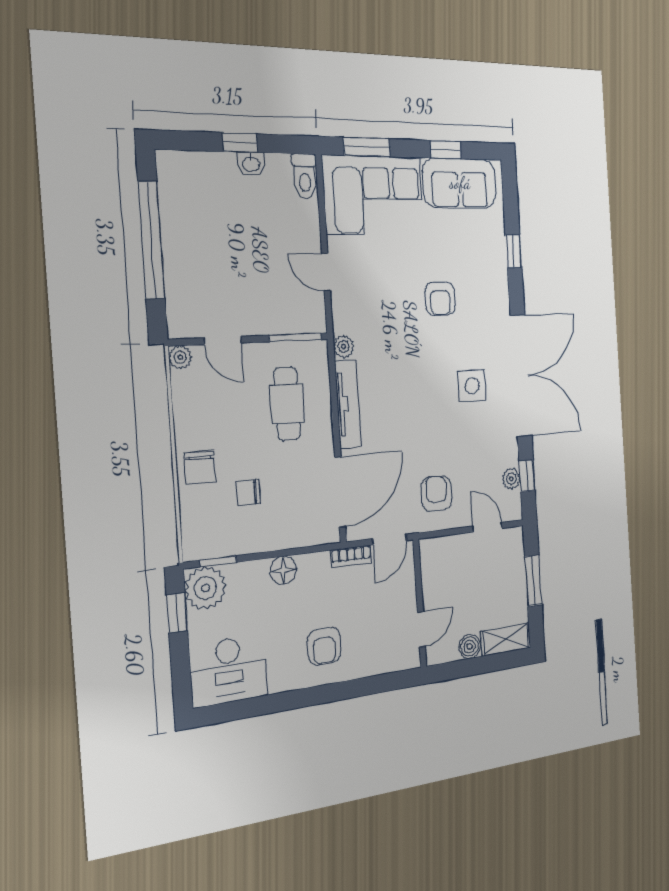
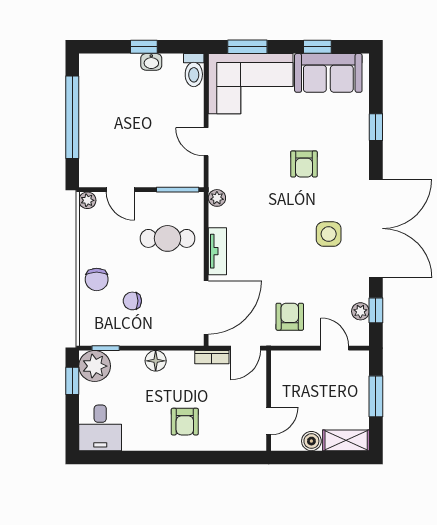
cafe table: (287, 404) -> (168, 238), turned 90
tv unit: (348, 404) -> (217, 251), width x0.71
desk: (229, 671) -> (100, 428), width x0.73

